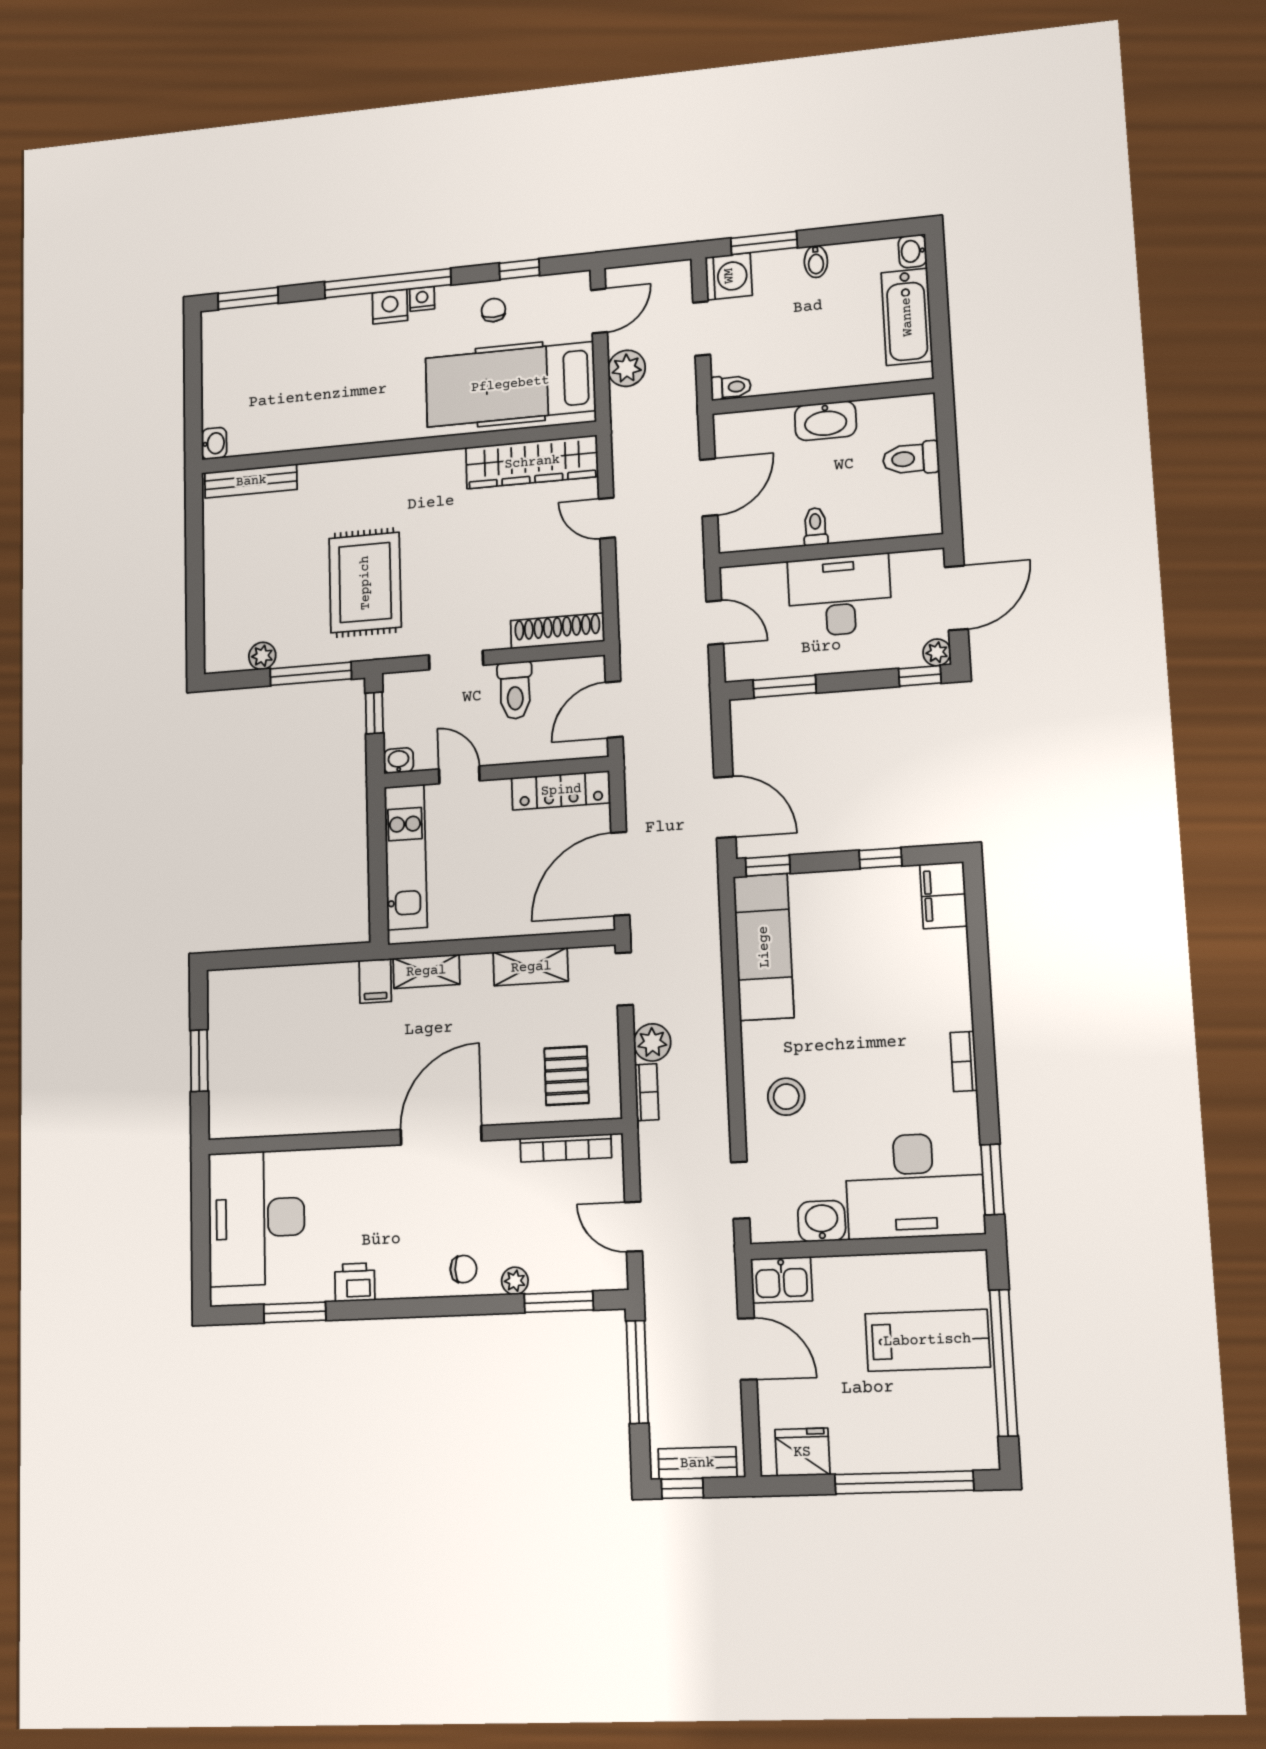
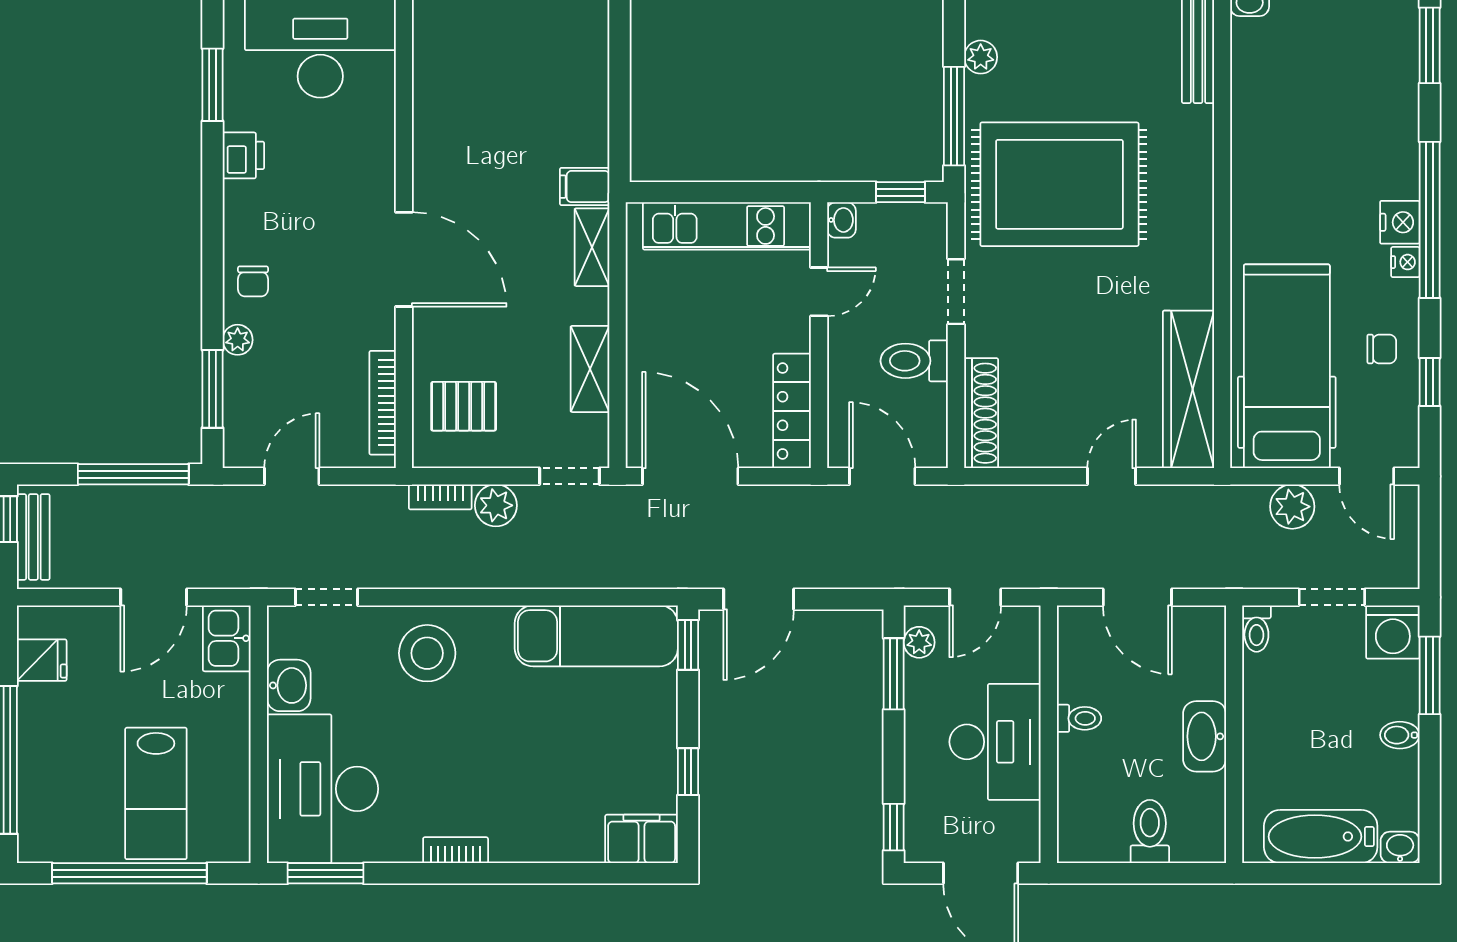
rug: (365, 583) -> (1059, 184), width x1.37, depth x1.44
plant: (937, 652) -> (919, 642), moved
stool: (786, 1097) -> (427, 653), width x1.38, depth x1.38
fridge: (802, 1452) -> (42, 660), width x0.72

